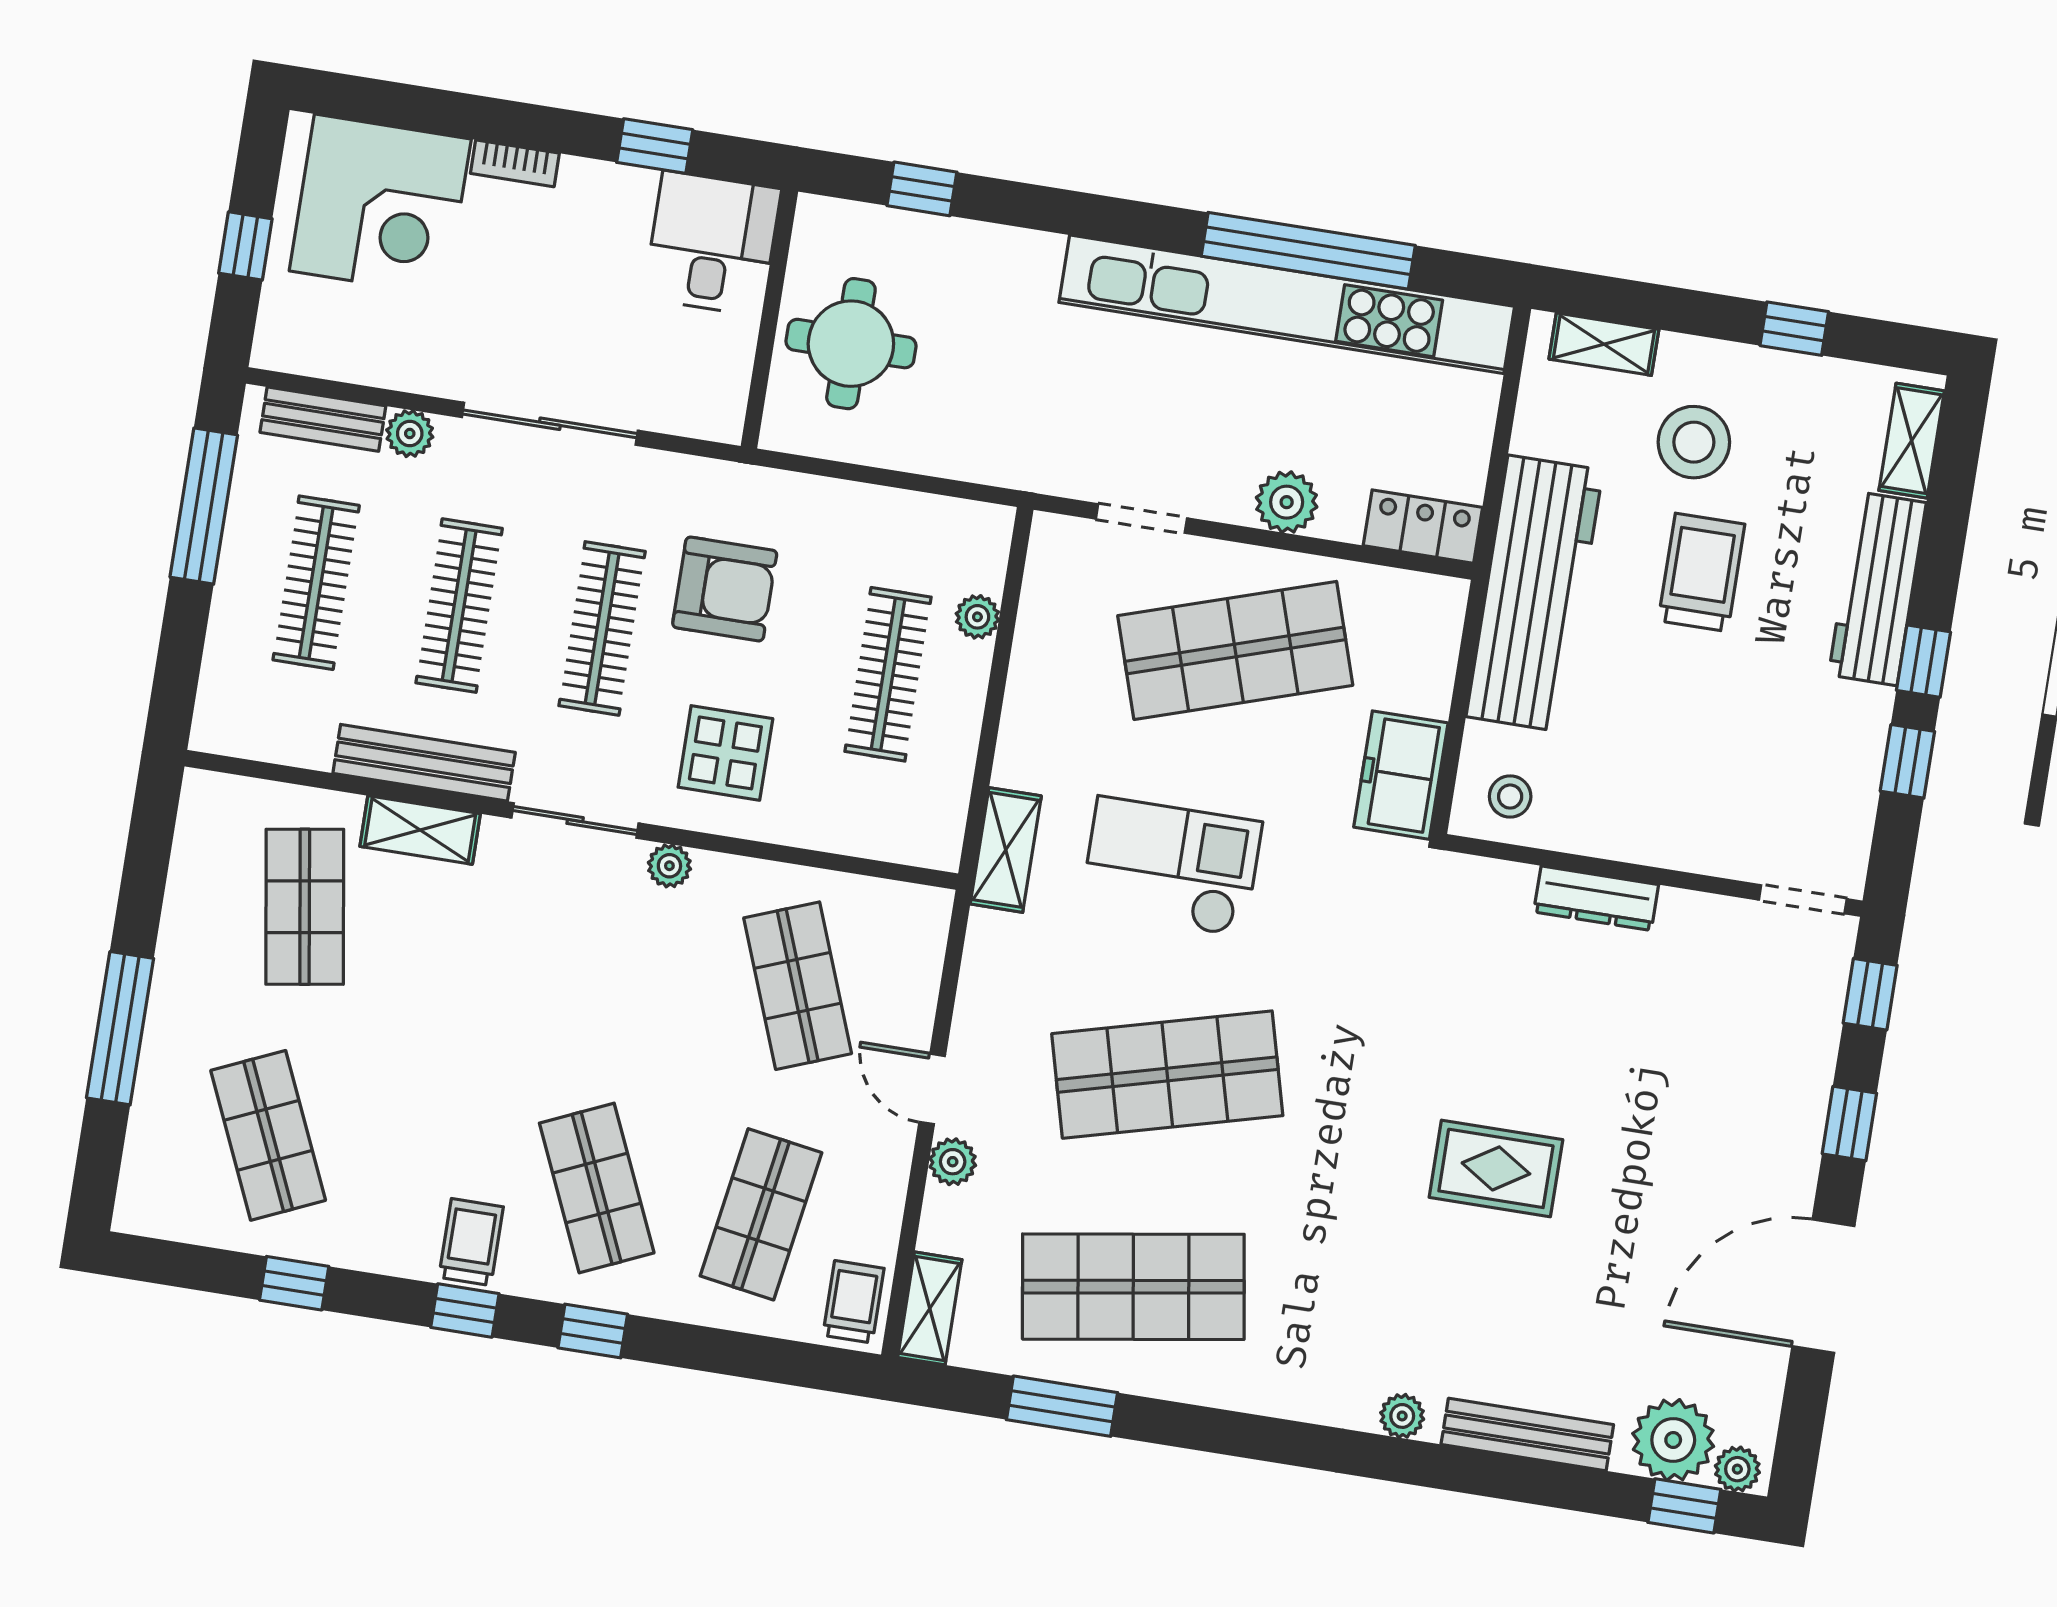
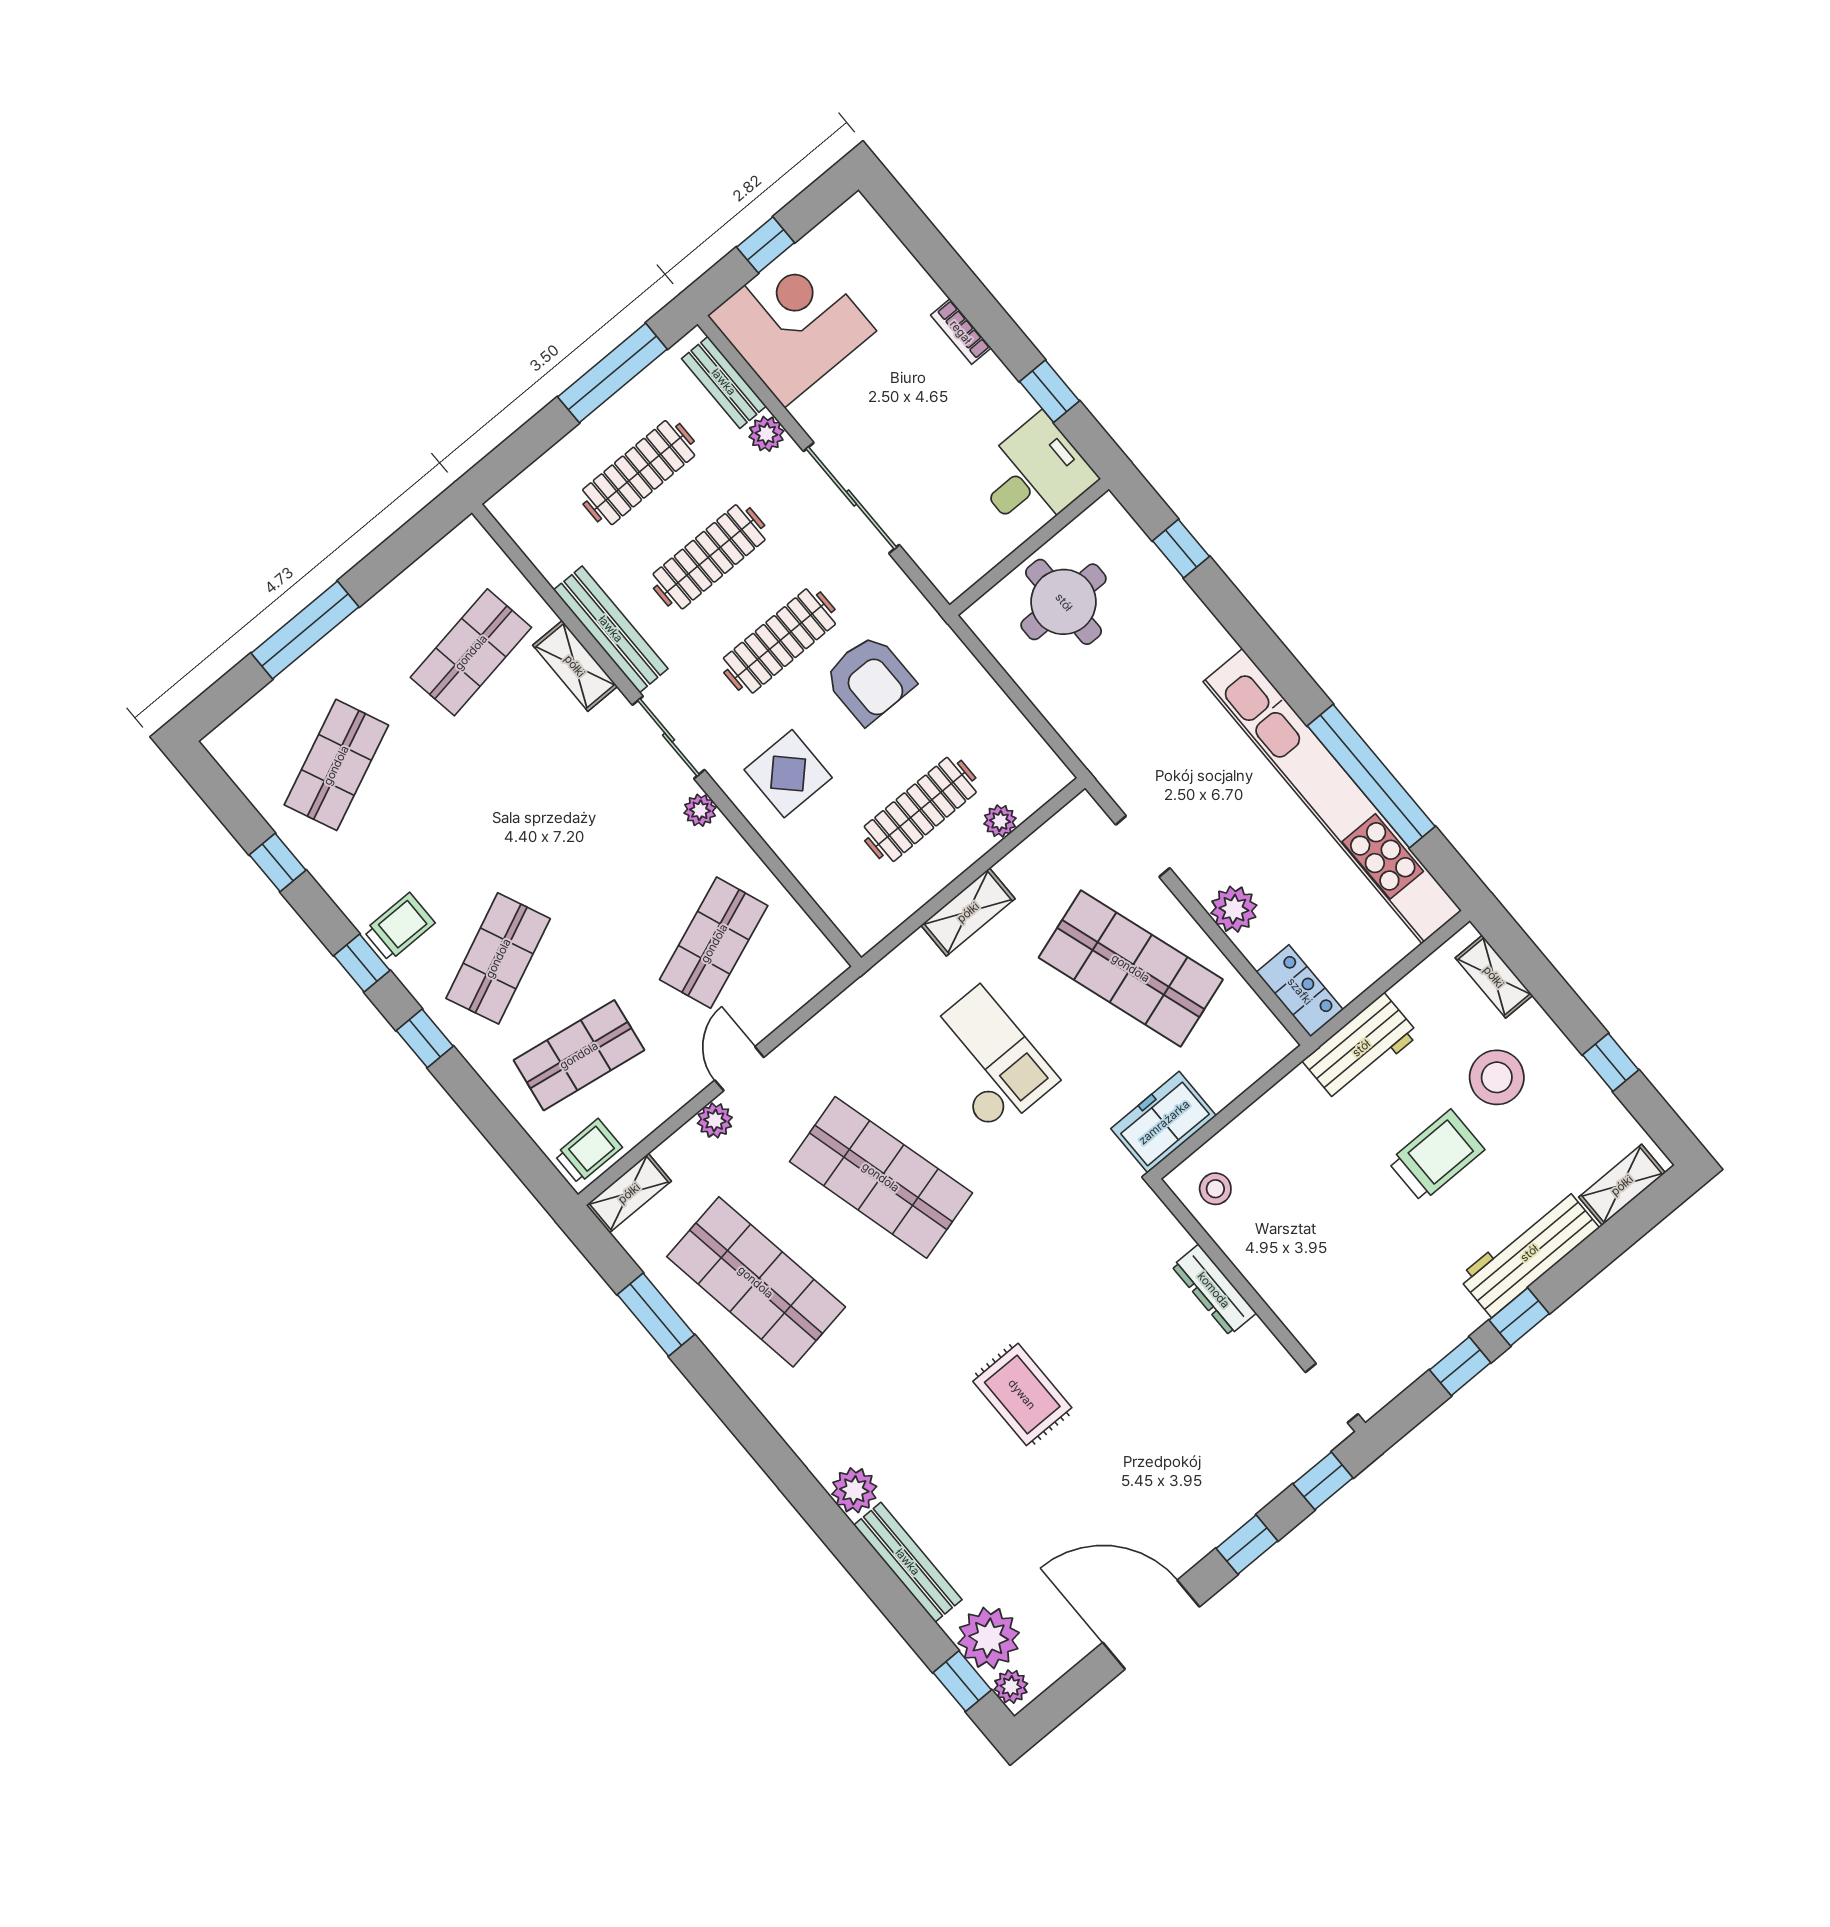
corner desk: (380, 205) -> (792, 323), moved, turned 180
workbench: (1535, 593) -> (1361, 1048), width x0.53, depth x0.76
shelving: (1006, 850) -> (968, 912), moved
plant: (1402, 1416) -> (854, 1490), width x1.38, depth x1.38

